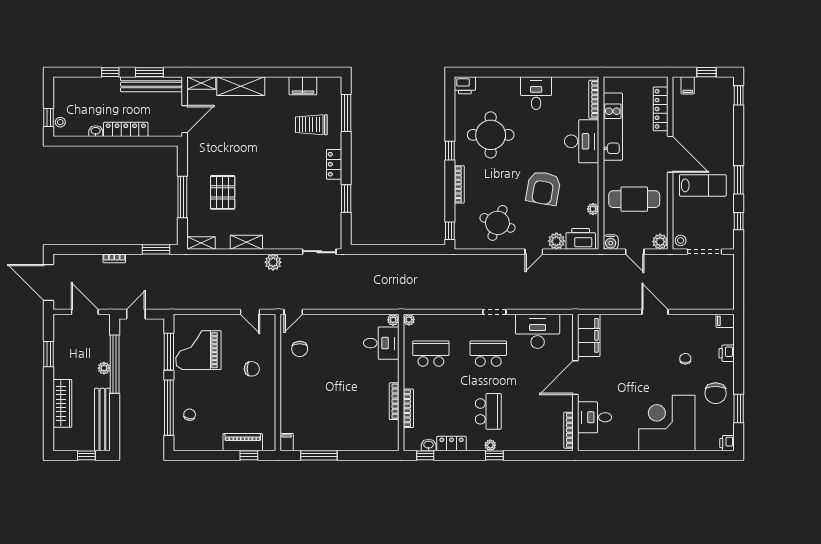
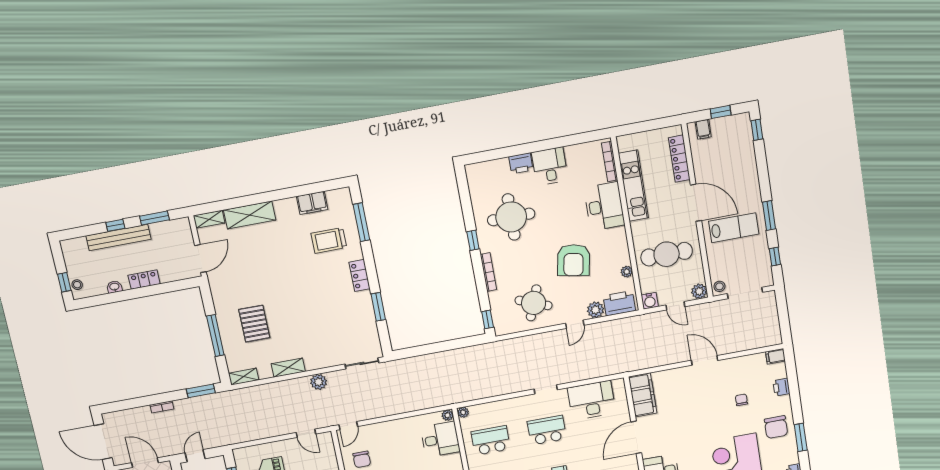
bench: (151, 84) -> (119, 237), moved
printer: (465, 85) -> (521, 163), moved
locker: (126, 129) -> (144, 280), width x0.66

